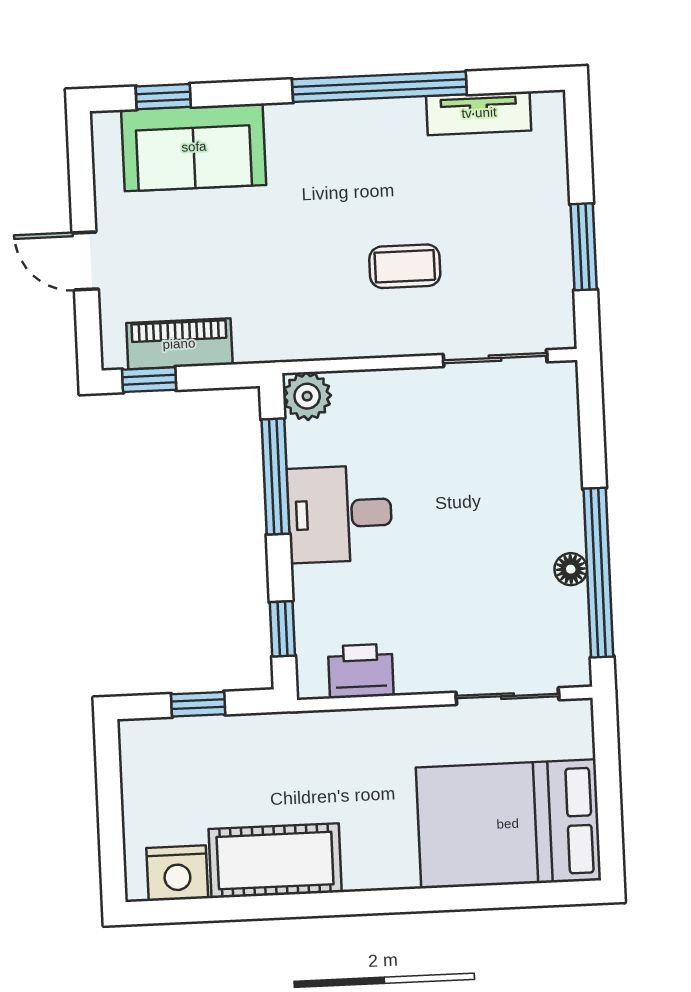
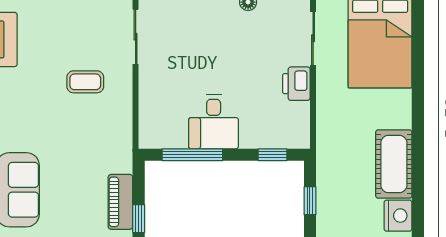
coffee table: (405, 266) -> (85, 82), turned 90
plant: (307, 396) -> (151, 136), removed
printer: (361, 671) -> (296, 84), moved

